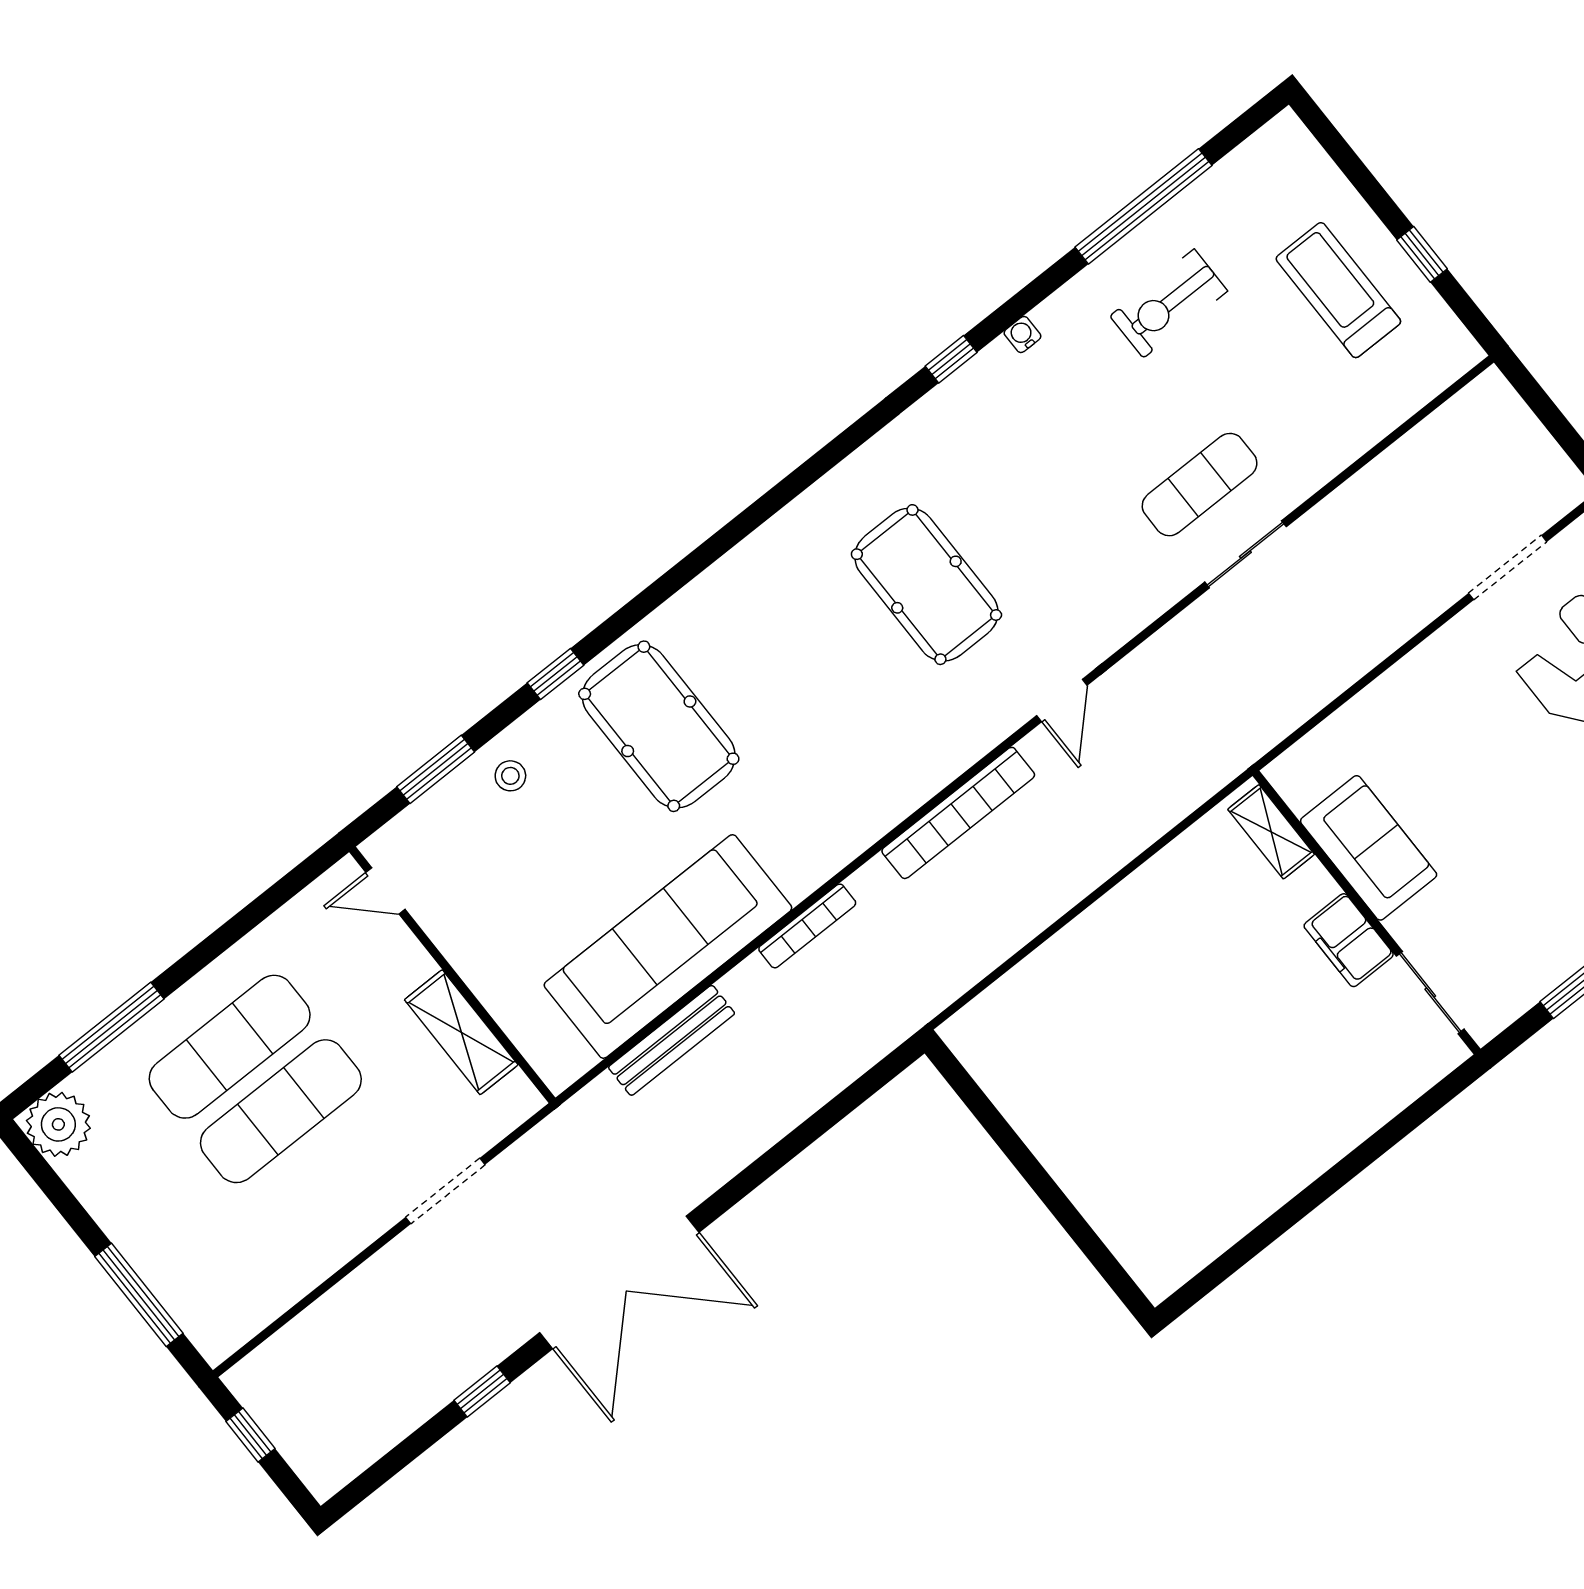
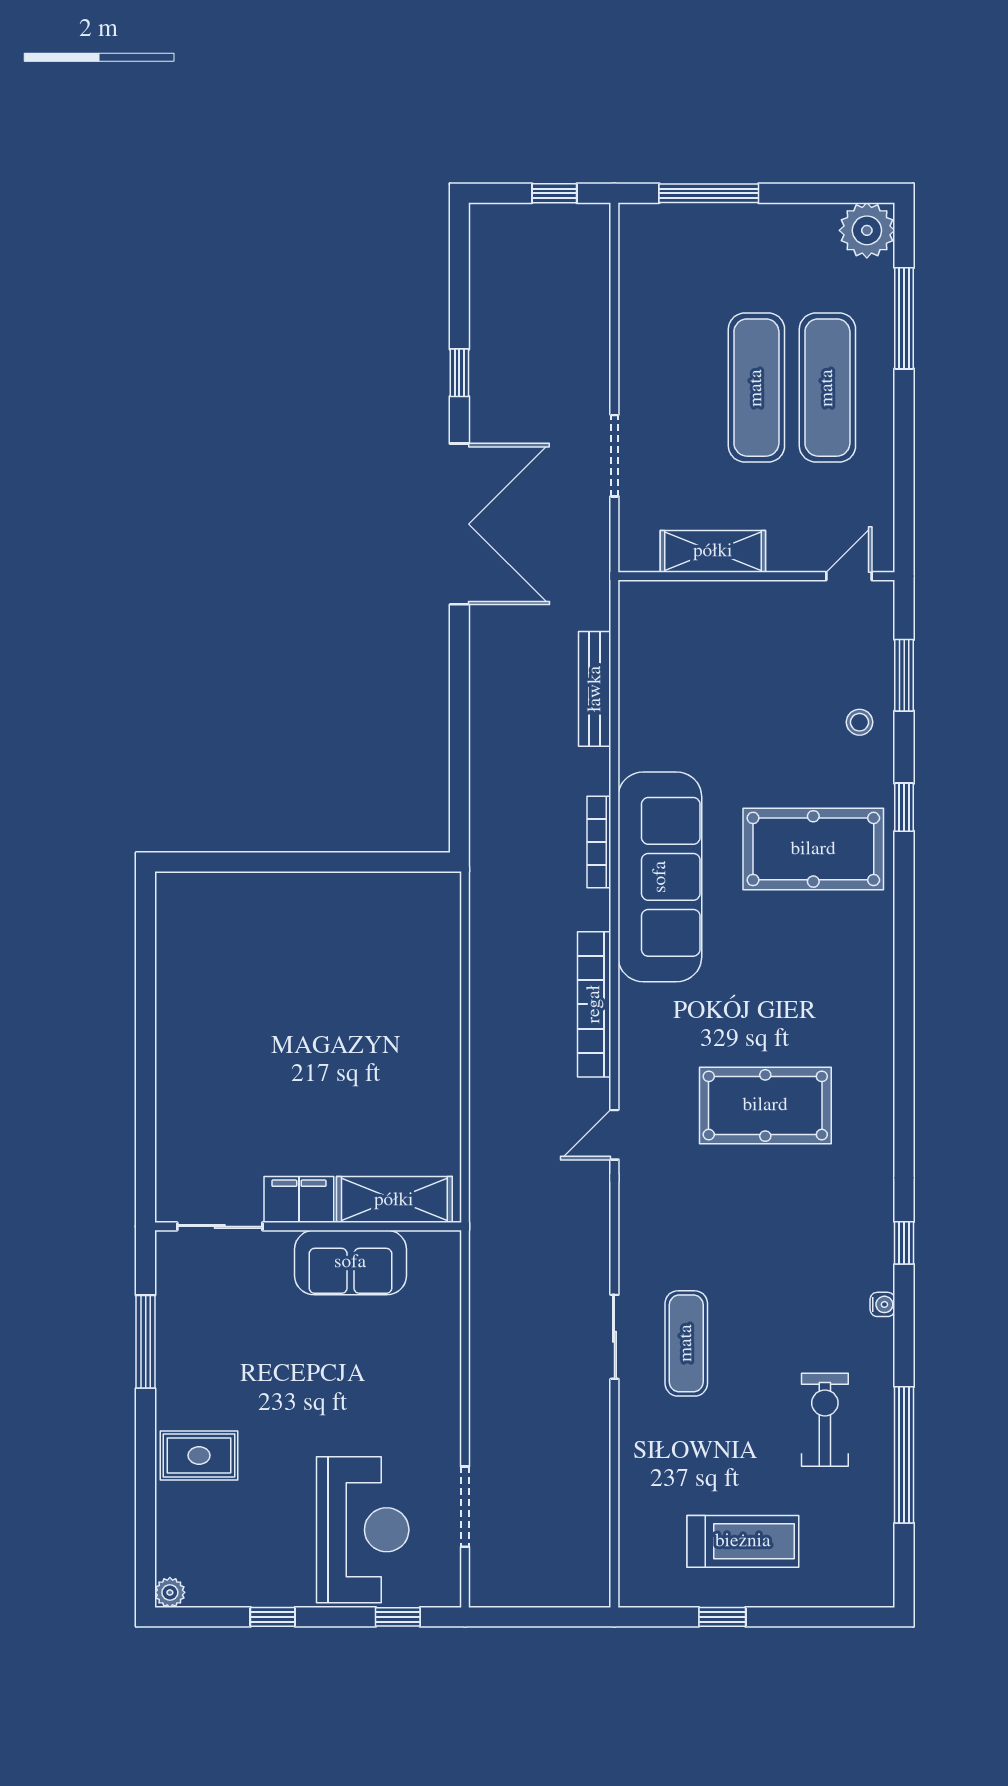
door: (1062, 700) -> (614, 1135), hinge flipped
shelving: (1271, 832) -> (394, 1200), width x1.50, depth x1.33
sofa: (668, 946) -> (660, 877), moved
double door: (619, 1282) -> (459, 524), swing flipped

